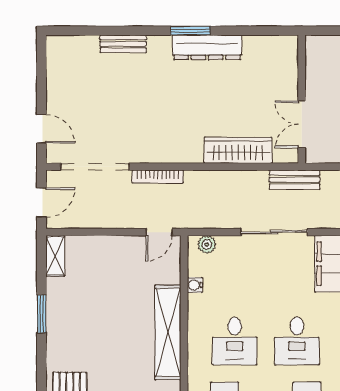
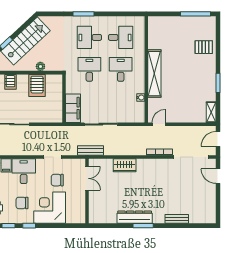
wardrobe: (238, 150) -> (125, 165), width x0.67
plant: (207, 244) -> (135, 118), removed

